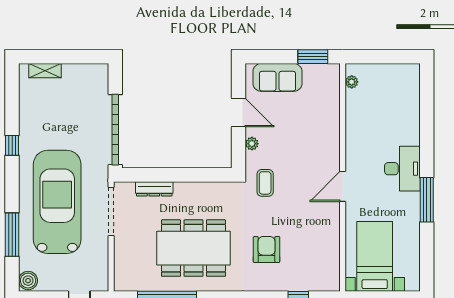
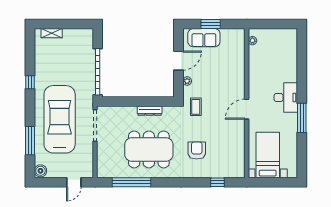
window: (313, 57) -> (211, 24), moved
door: (239, 112) -> (178, 61), hinge flipped
dresser: (154, 189) -> (150, 111), moved

